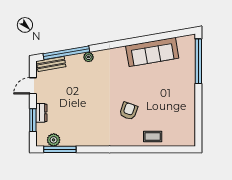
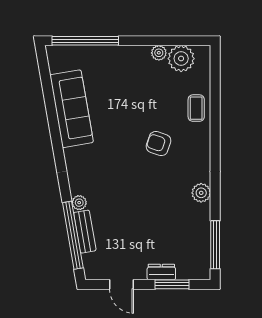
bench: (51, 64) -> (85, 232), moved
plant: (190, 111) -> (159, 53), added
plant: (186, 126) -> (181, 59), added
plant: (54, 140) -> (201, 193), moved

